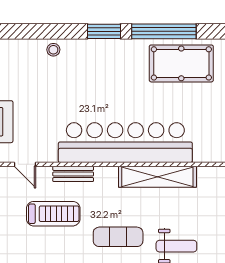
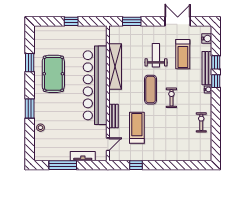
window: (104, 31) -> (30, 109), moved
window: (164, 31) -> (30, 63), width x0.47
pool table: (181, 63) -> (53, 74), moved

